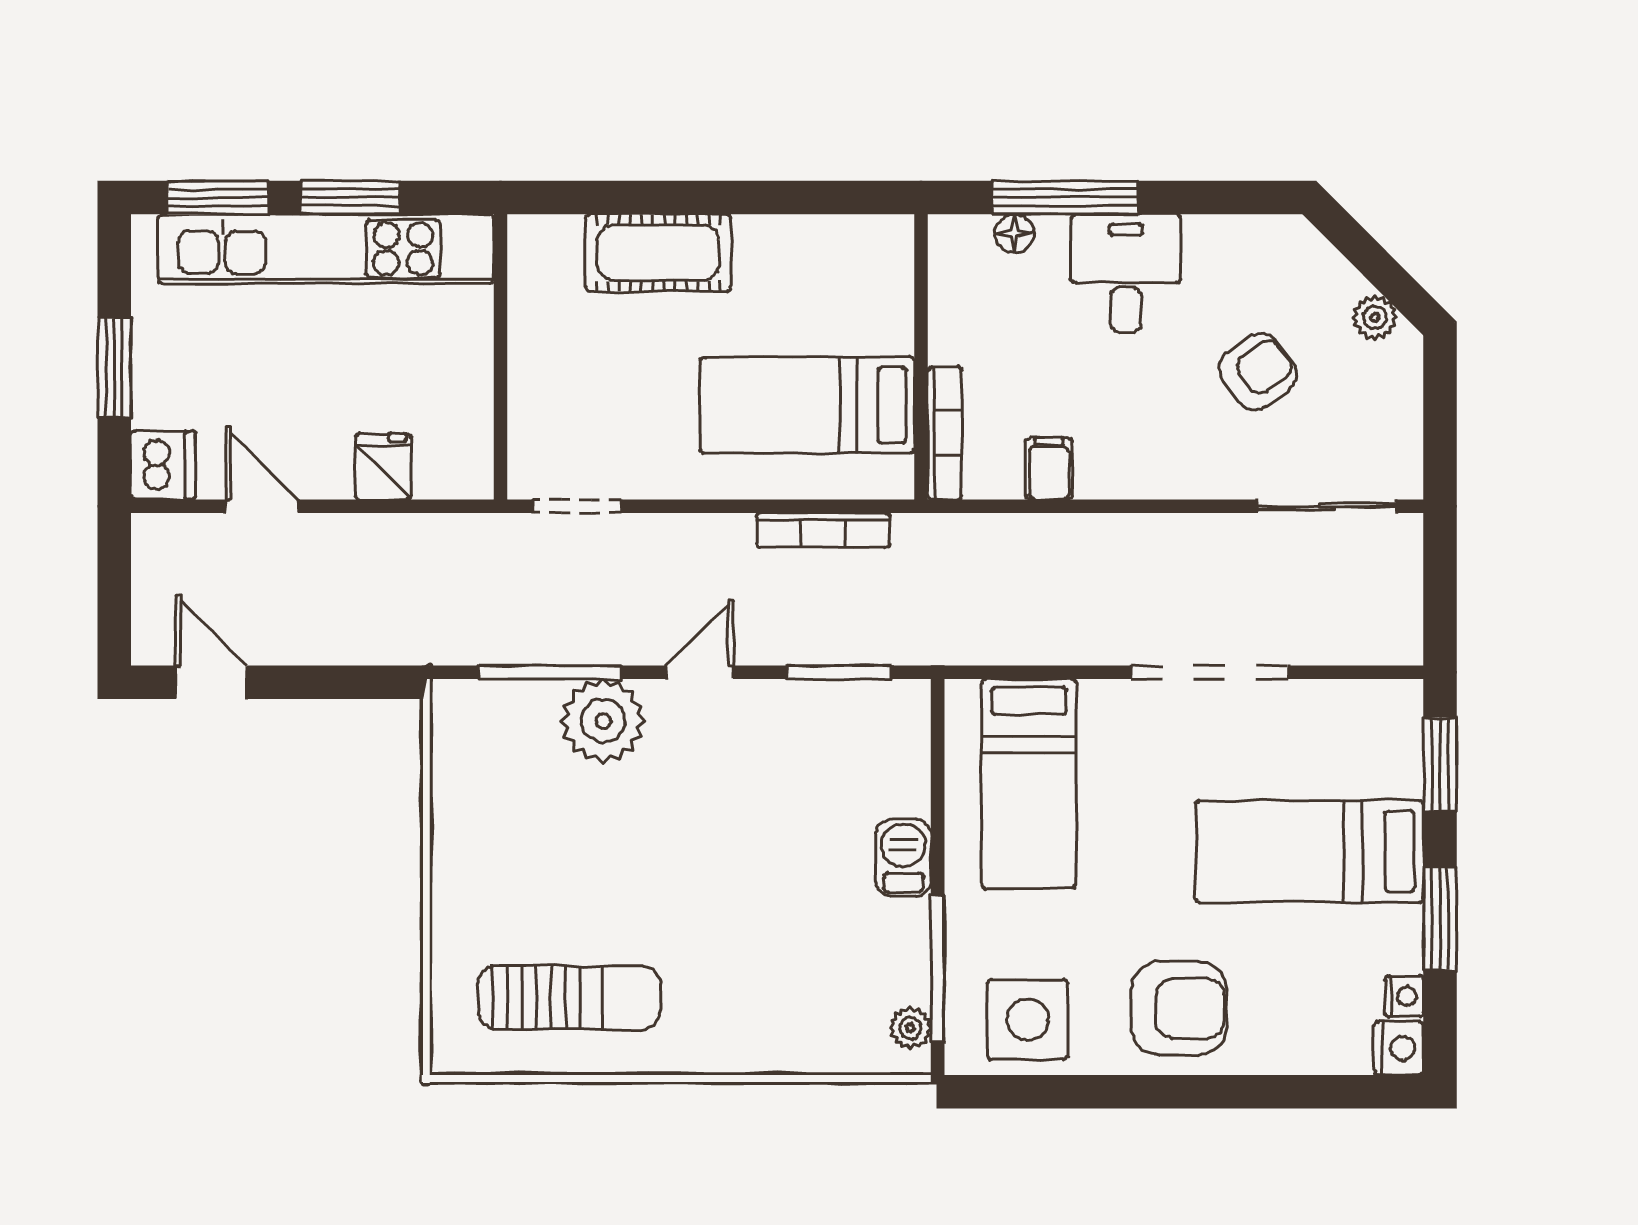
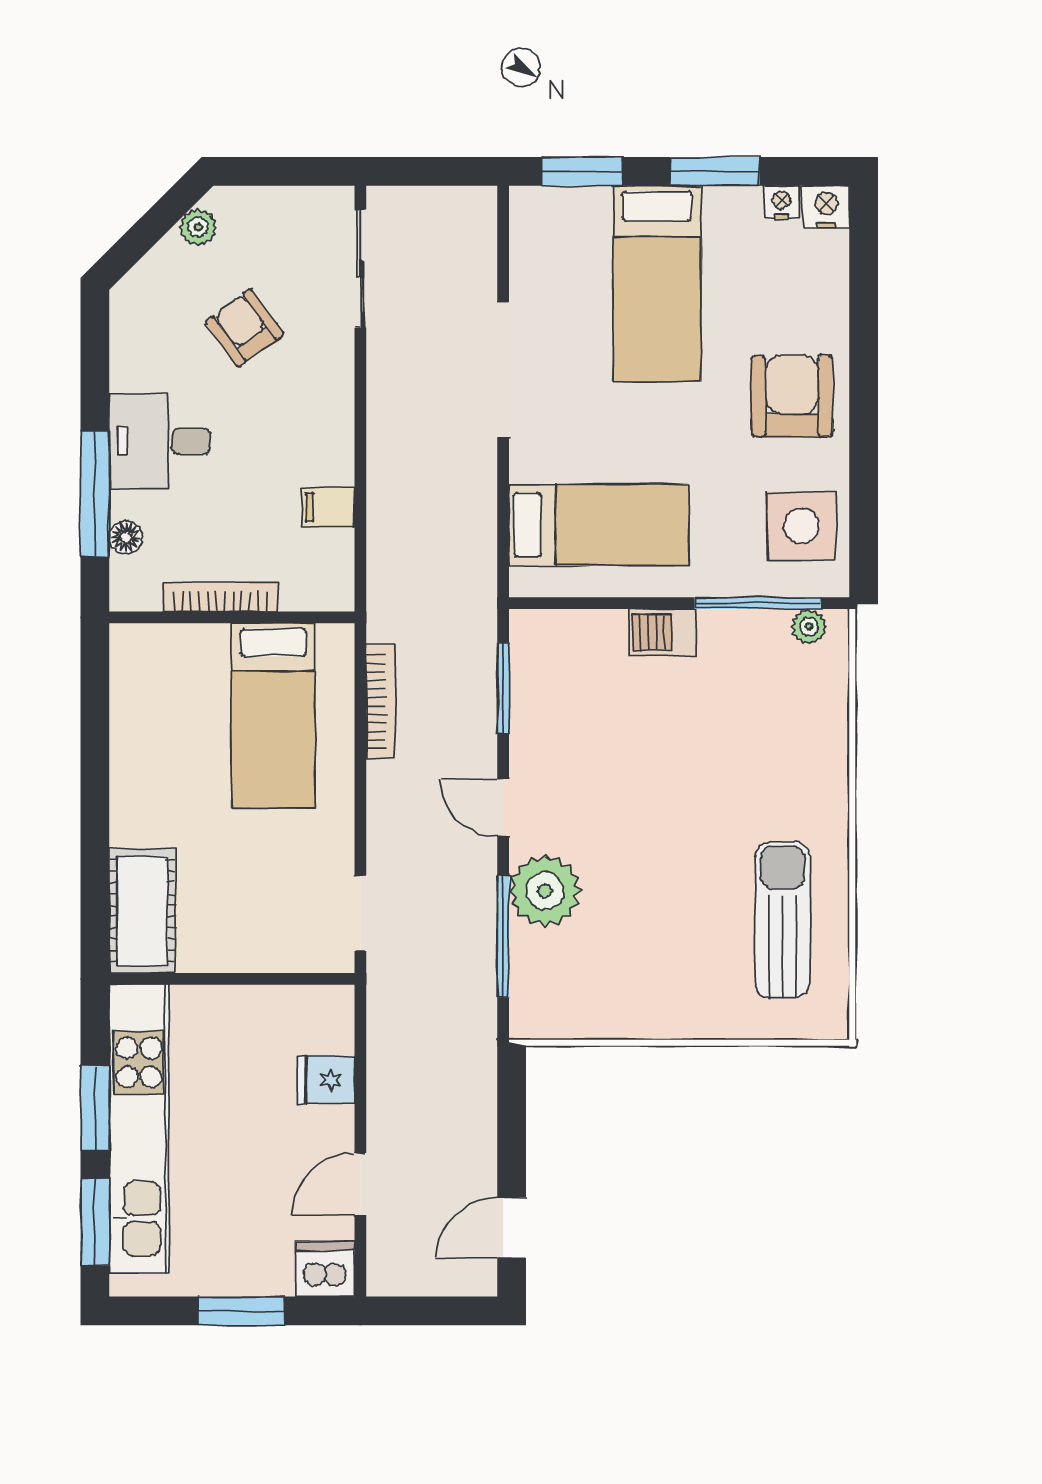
cot: (658, 253) -> (142, 911), moved
bookcase: (945, 433) -> (220, 597), moved

